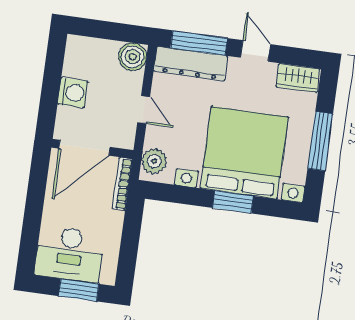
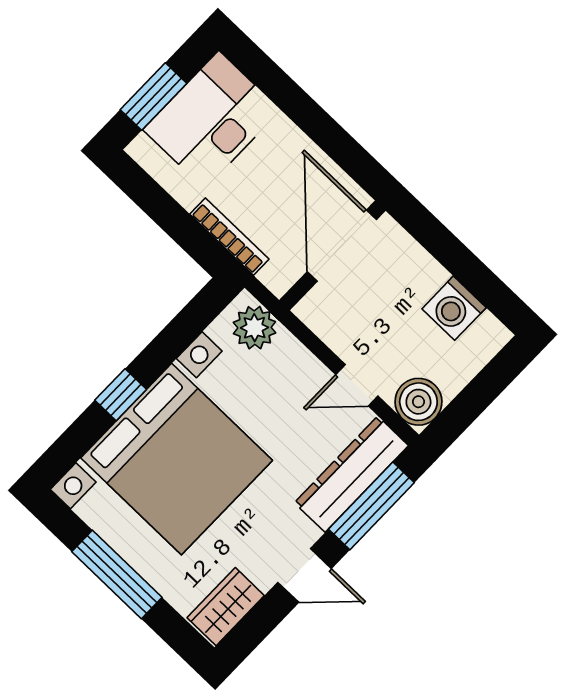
washing machine: (73, 93) -> (454, 308), moved
door: (144, 110) -> (357, 385), moved
bookcase: (122, 184) -> (229, 237), moved
window: (233, 202) -> (121, 395), width x0.67

